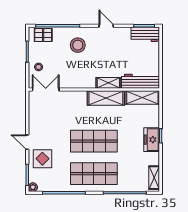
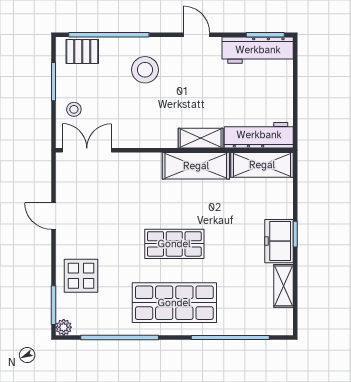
workbench: (145, 34) -> (258, 50), width x1.38
shop shelf: (94, 141) -> (174, 244), width x0.70, depth x0.74
door: (27, 142) -> (53, 216), moved
shelving: (154, 178) -> (283, 286), moved

